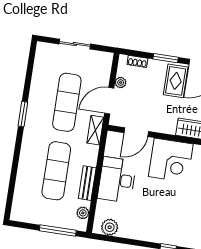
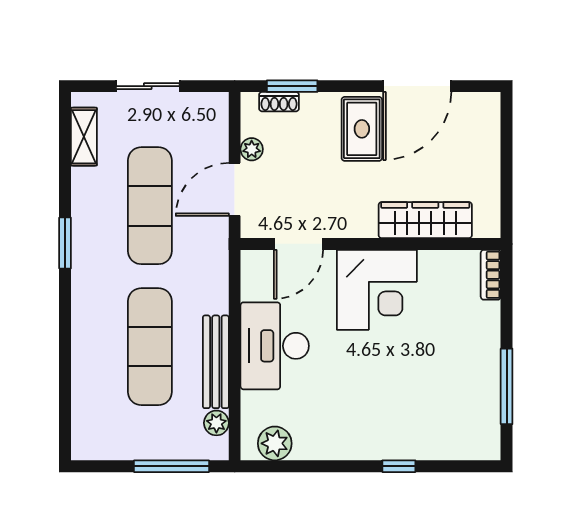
window: (166, 58) -> (292, 86), moved
shelving: (95, 130) -> (84, 137), moved
bench: (87, 183) -> (216, 362), width x1.36

